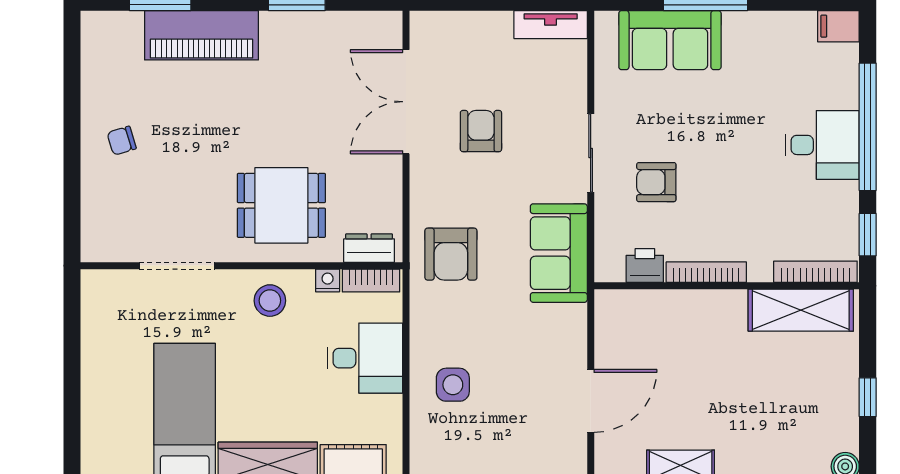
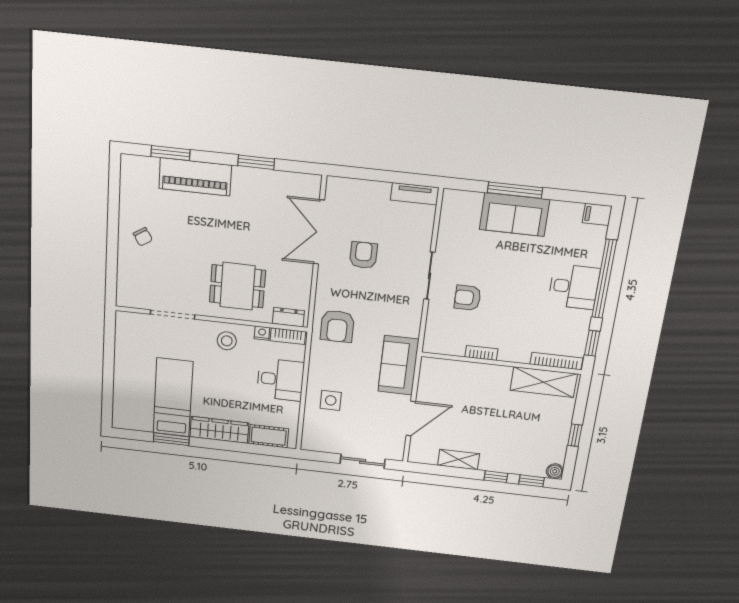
sofa: (670, 40) -> (514, 215), moved
chair: (122, 141) -> (143, 237), turned -105
sofa: (559, 253) -> (398, 365), moved
printer: (645, 266) -> (454, 346), removed
bookcase: (706, 272) -> (481, 353), width x0.64

